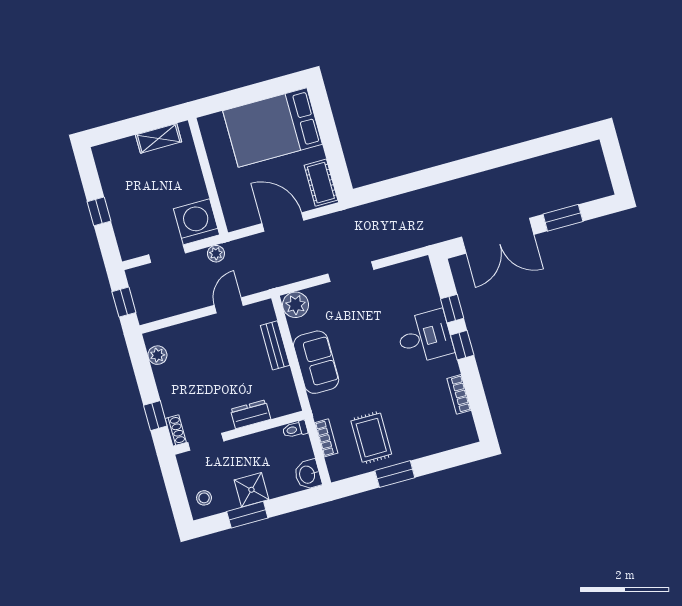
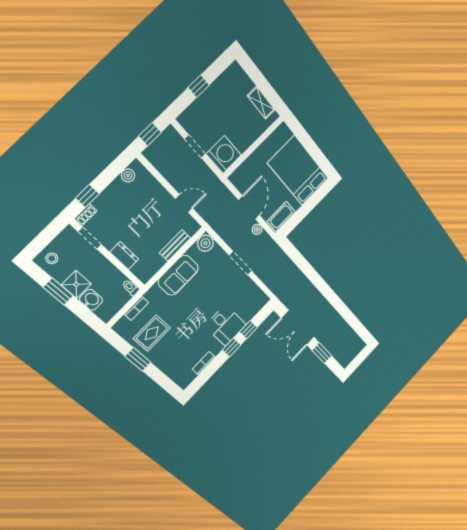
plant: (216, 254) -> (257, 229), moved
washbasin: (308, 474) -> (91, 300), moved, turned 90

